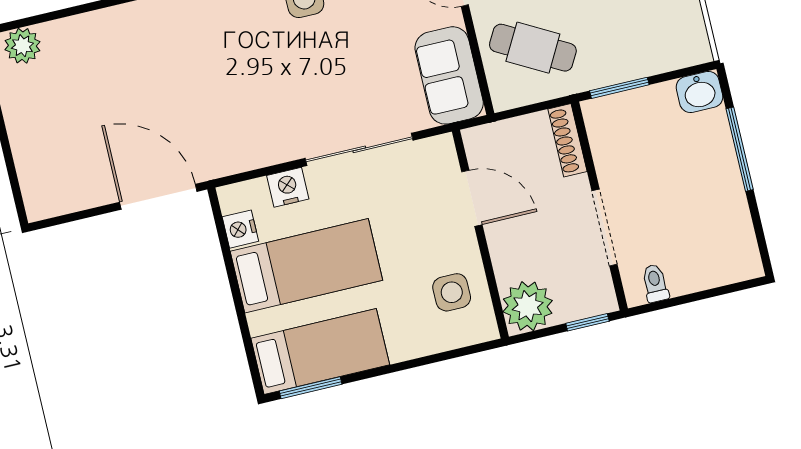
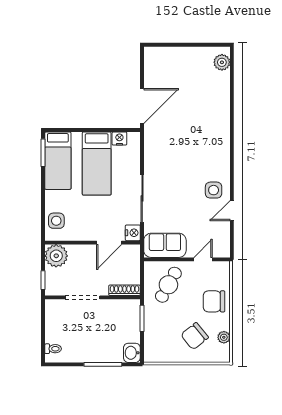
nightstand: (288, 187) -> (133, 233), moved
toilet: (655, 283) -> (53, 349), moved
side table: (452, 292) -> (56, 221), moved

